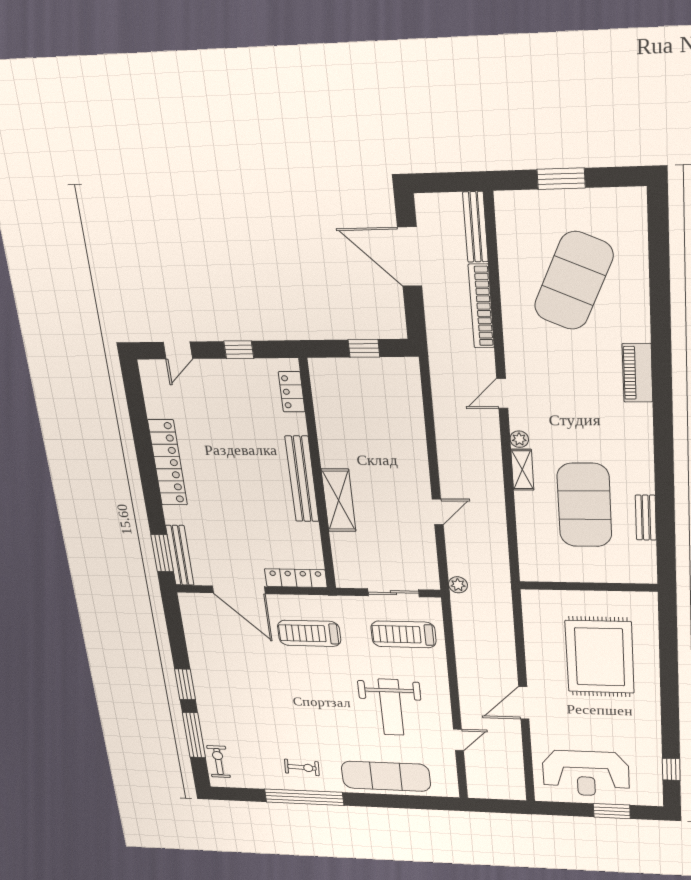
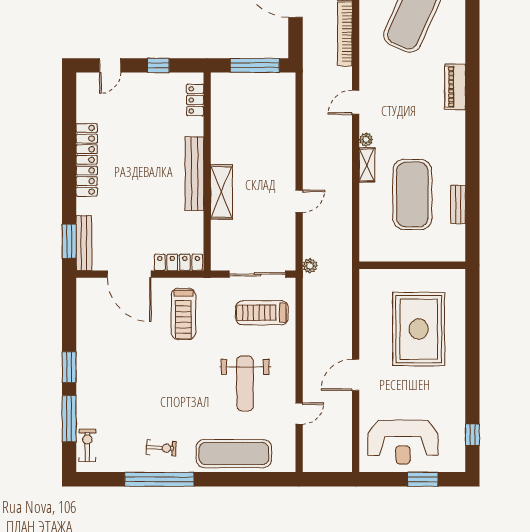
window: (364, 348) -> (255, 65), width x2.17
sliding door: (393, 593) -> (257, 274), width x1.37
treadmill: (309, 633) -> (183, 314), turned -90

